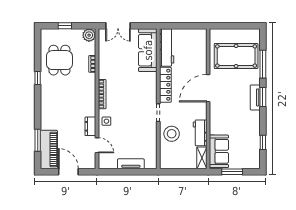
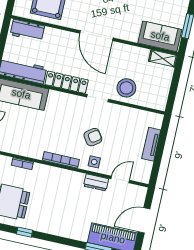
door: (208, 88) -> (96, 36), moved
armchair: (126, 116) -> (93, 137), added
workbench: (200, 133) -> (27, 30), moved

